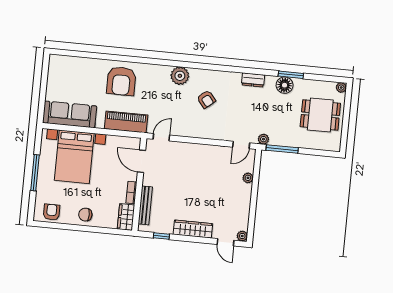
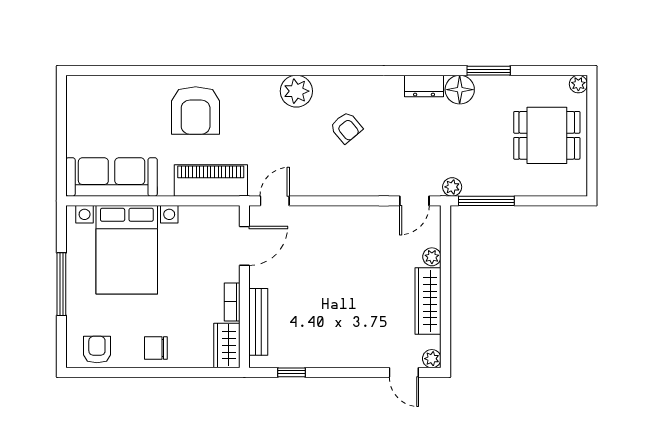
floor lamp: (285, 85) -> (460, 90), moved
door: (142, 161) -> (244, 246), swing flipped
wardrobe: (193, 229) -> (428, 301), moved, turned -90

